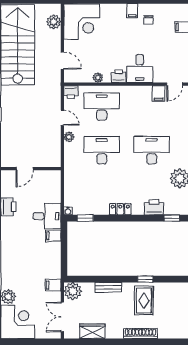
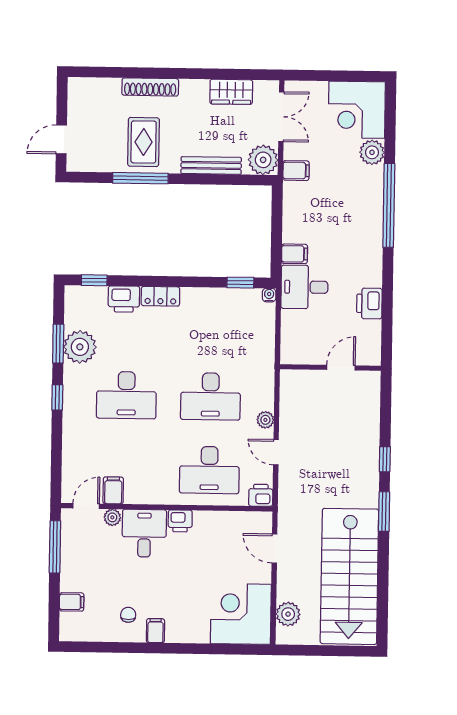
plant: (98, 78) -> (112, 517), moved
locker: (120, 209) -> (160, 296), moved
window: (145, 279) -> (140, 178), width x2.17
bench: (108, 287) -> (211, 165), width x1.36

